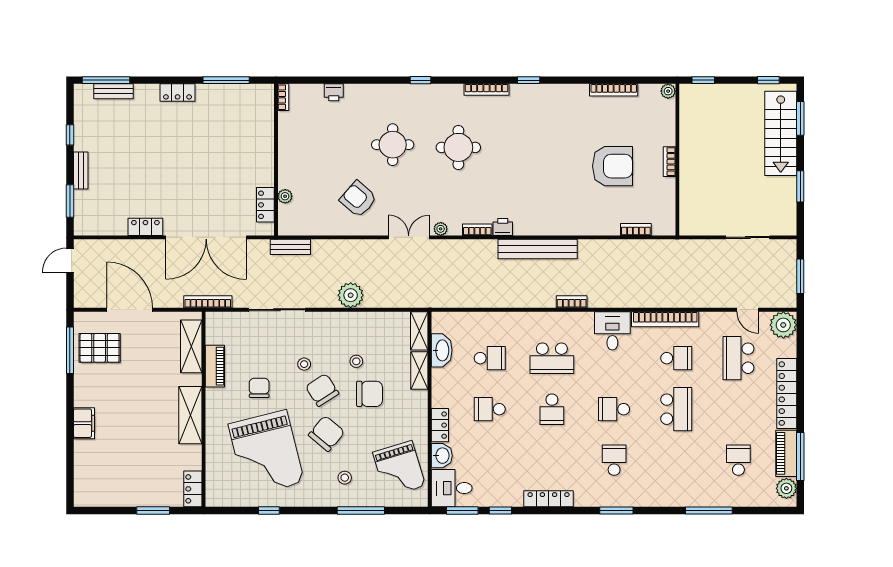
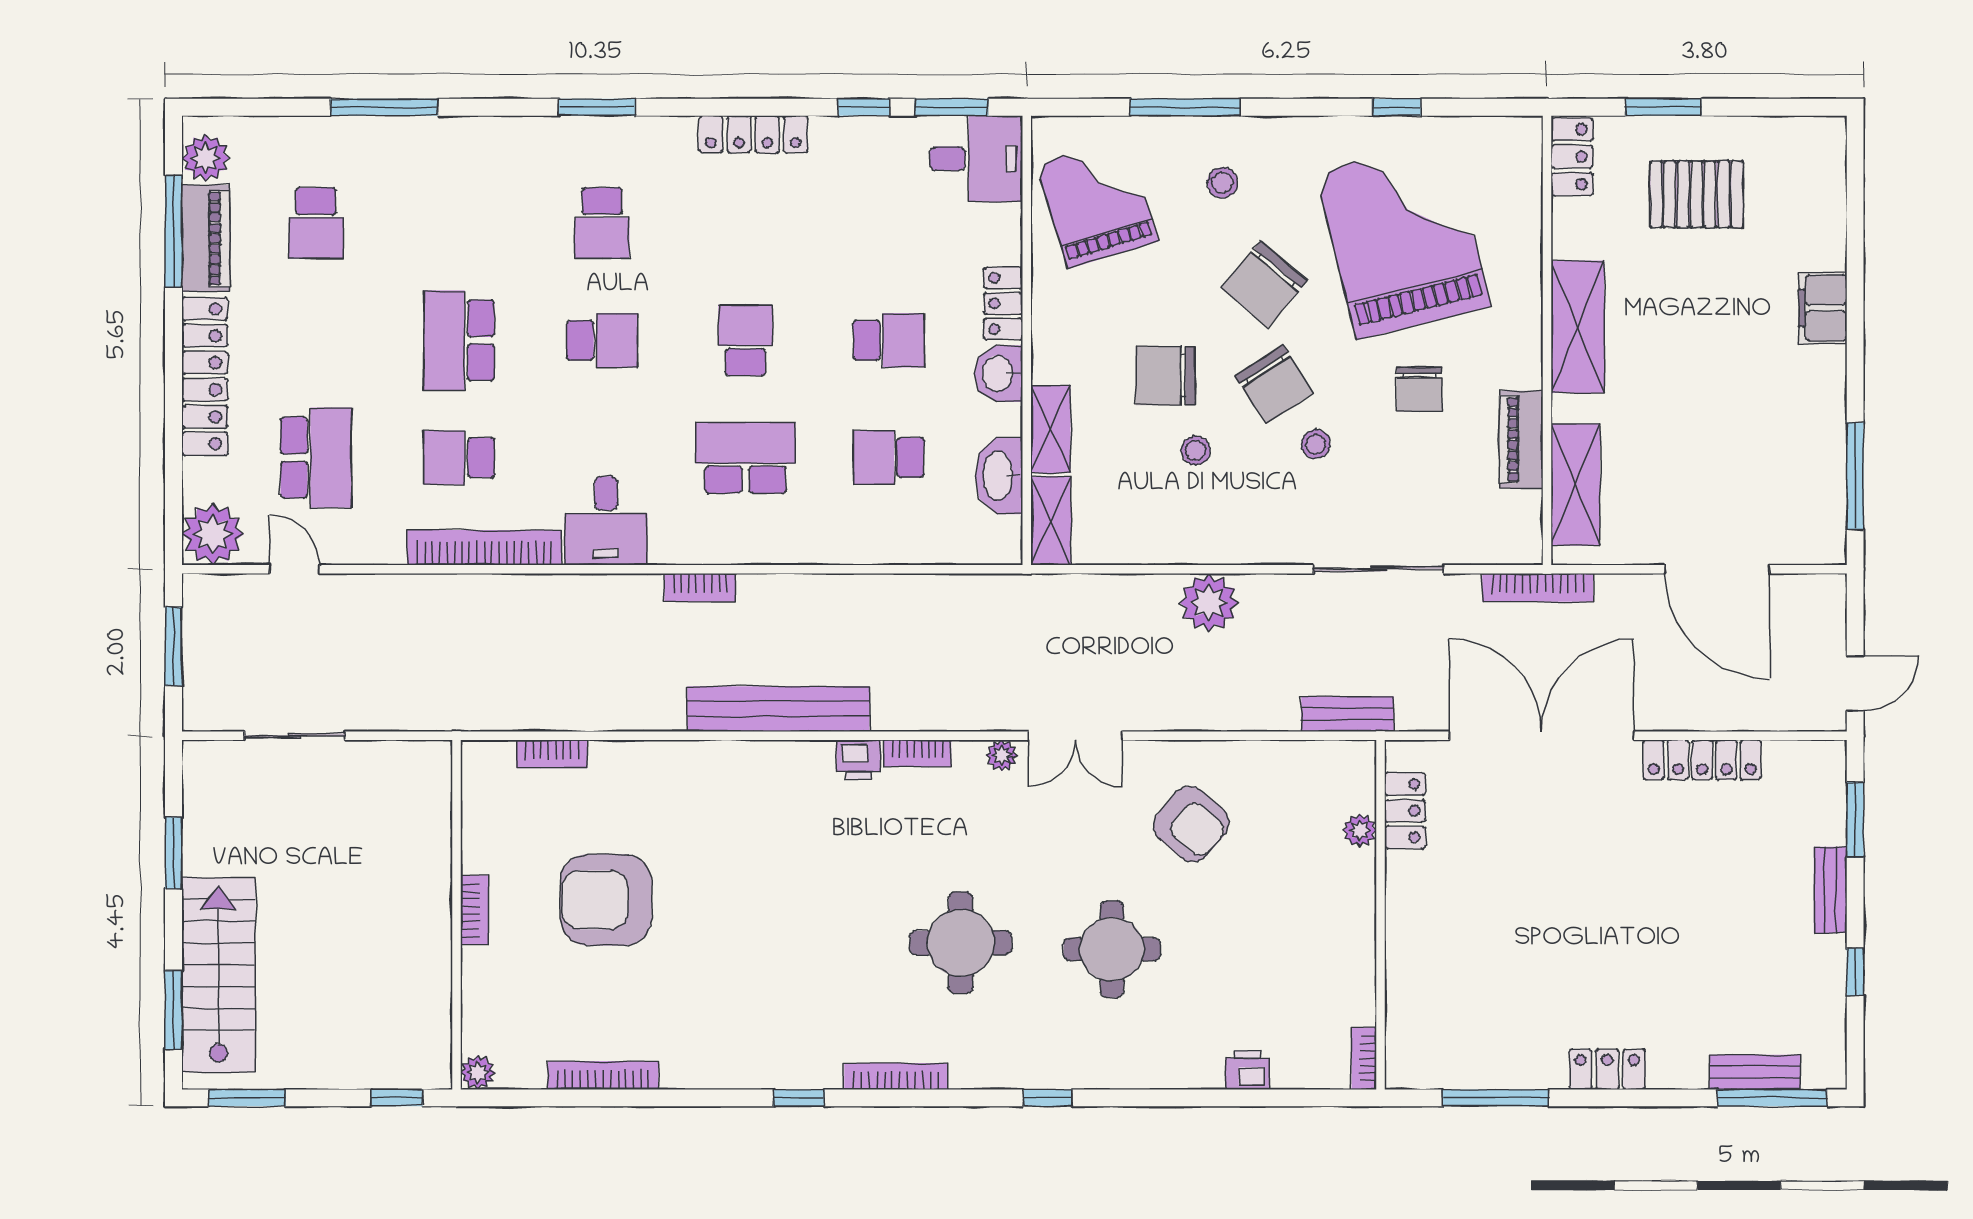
window: (768, 80) -> (247, 1098), width x1.50
locker: (145, 227) -> (1702, 760), width x1.53
pallet: (100, 348) -> (1697, 194), moved
washbasin: (442, 456) -> (999, 374), moved

